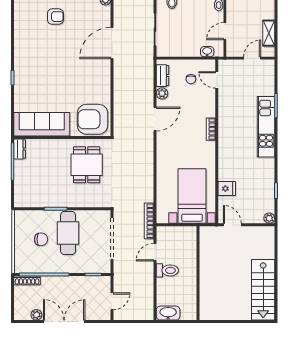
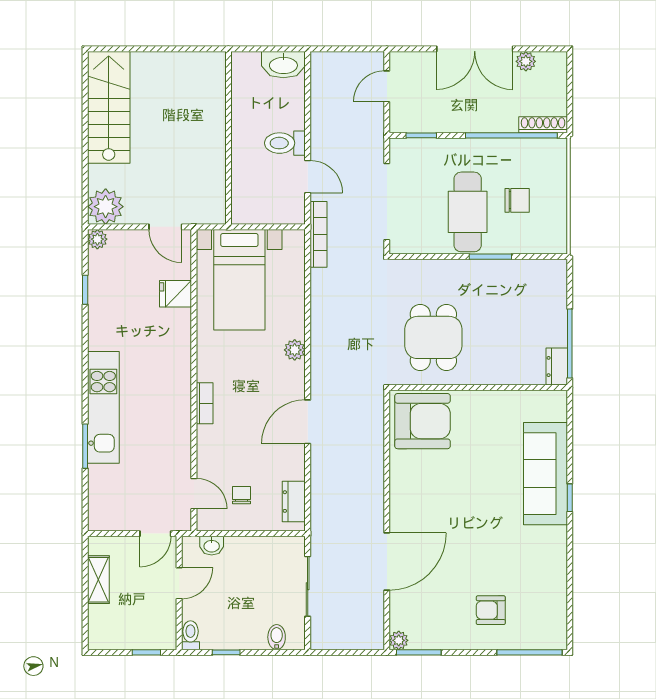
door: (252, 58) -> (155, 534), moved
plant: (162, 93) -> (295, 350), moved
sofa: (42, 124) -> (545, 474), moved, turned 90
plant: (265, 236) -> (106, 207), added
chair: (41, 239) -> (517, 200), turned 180
door: (155, 252) -> (308, 177), hinge flipped

